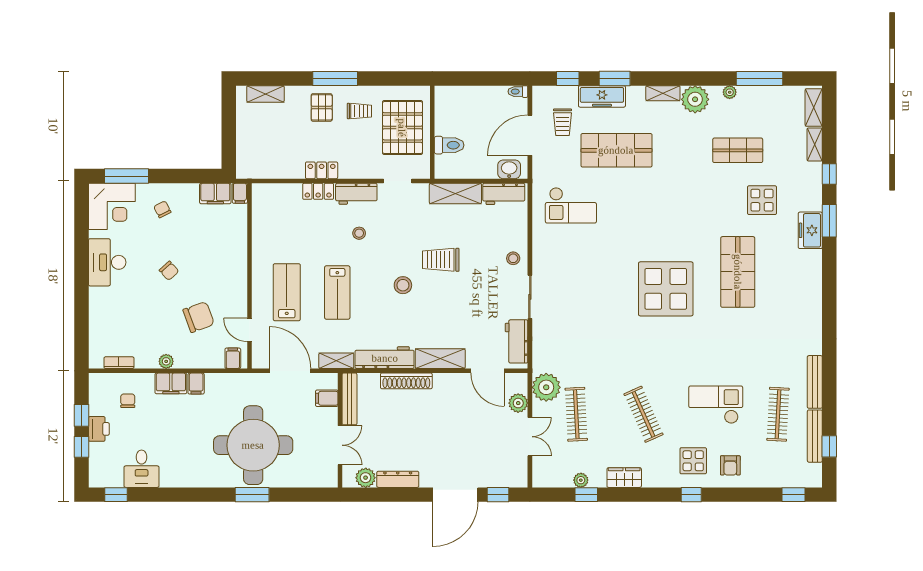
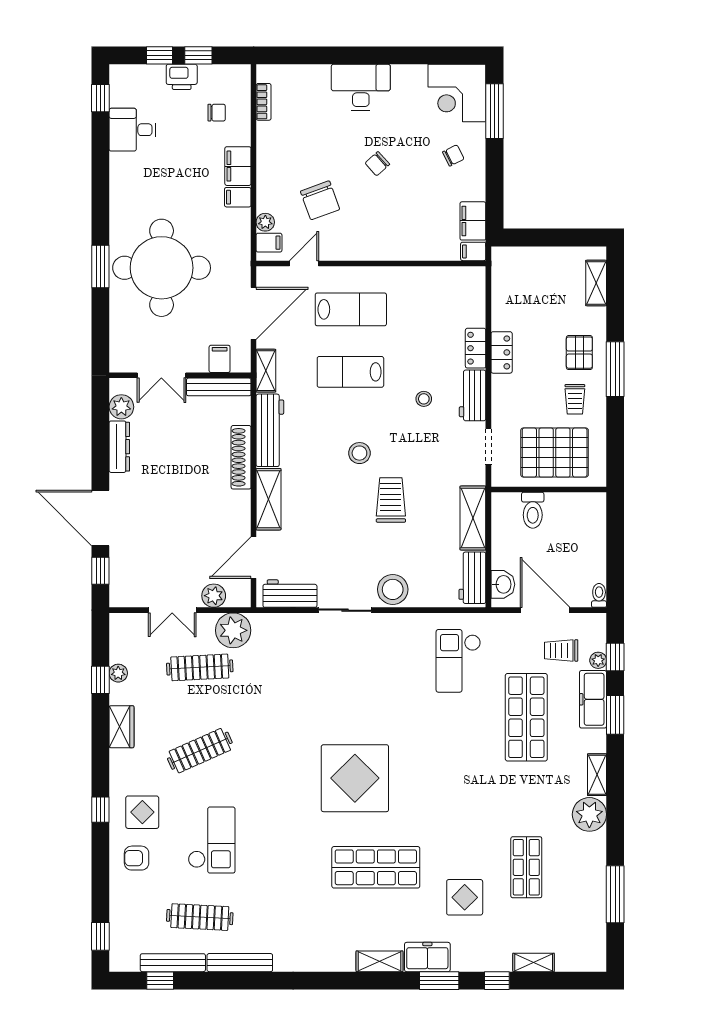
plant: (730, 92) -> (598, 660), moved
pallet: (322, 107) -> (579, 353), turned 90
shelving: (814, 107) -> (380, 961), moved
stool: (513, 258) -> (393, 589), width x1.89, depth x1.89
desk: (107, 262) -> (361, 87), moved
plant: (166, 361) -> (265, 222), moved

